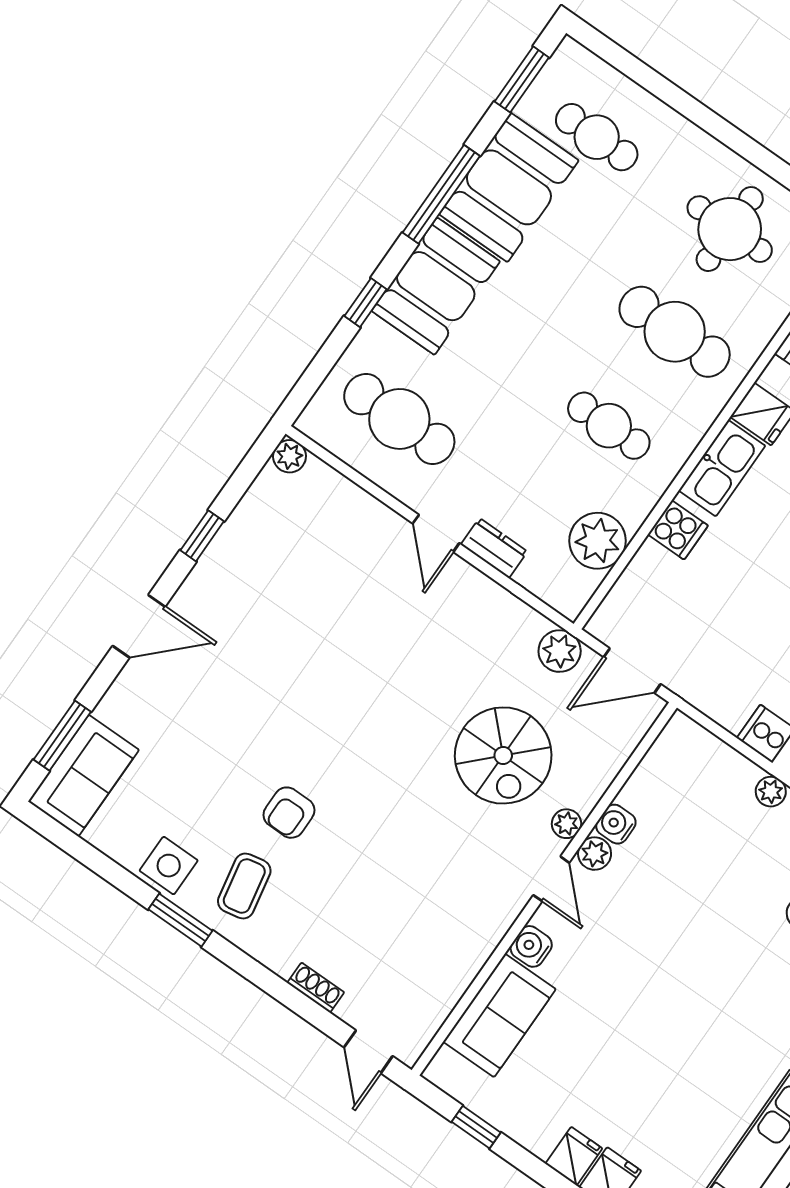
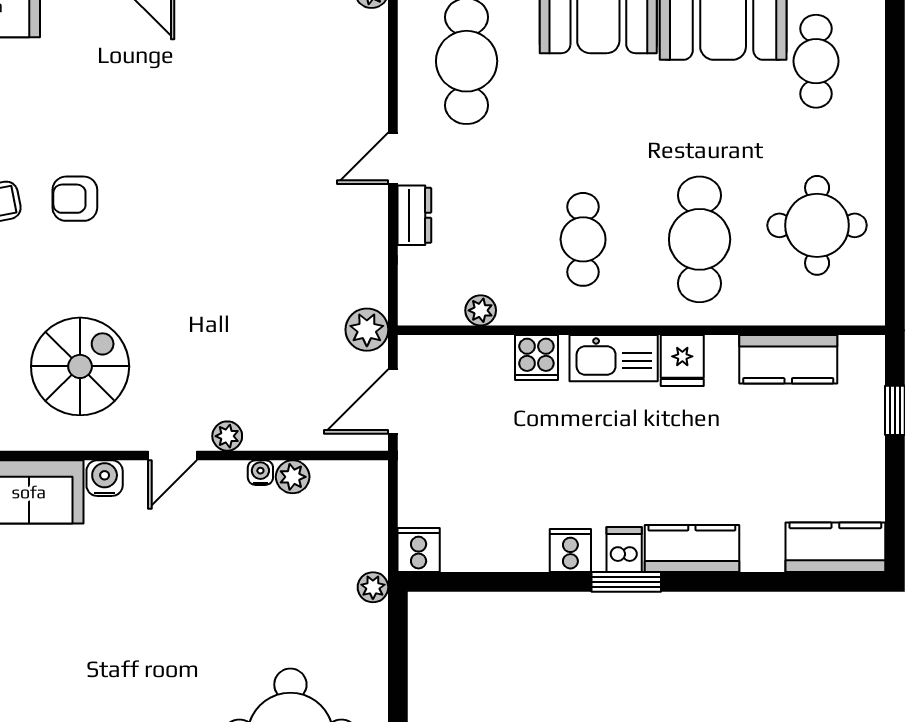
plant: (598, 541) -> (481, 310), width x0.53, depth x0.53
door: (632, 671) -> (393, 401), hinge flipped
spiral stairs: (503, 755) -> (80, 366), moved, turned 180
water cooler: (616, 824) -> (260, 473), width x0.72, depth x0.72
plant: (595, 854) -> (293, 477), moved

